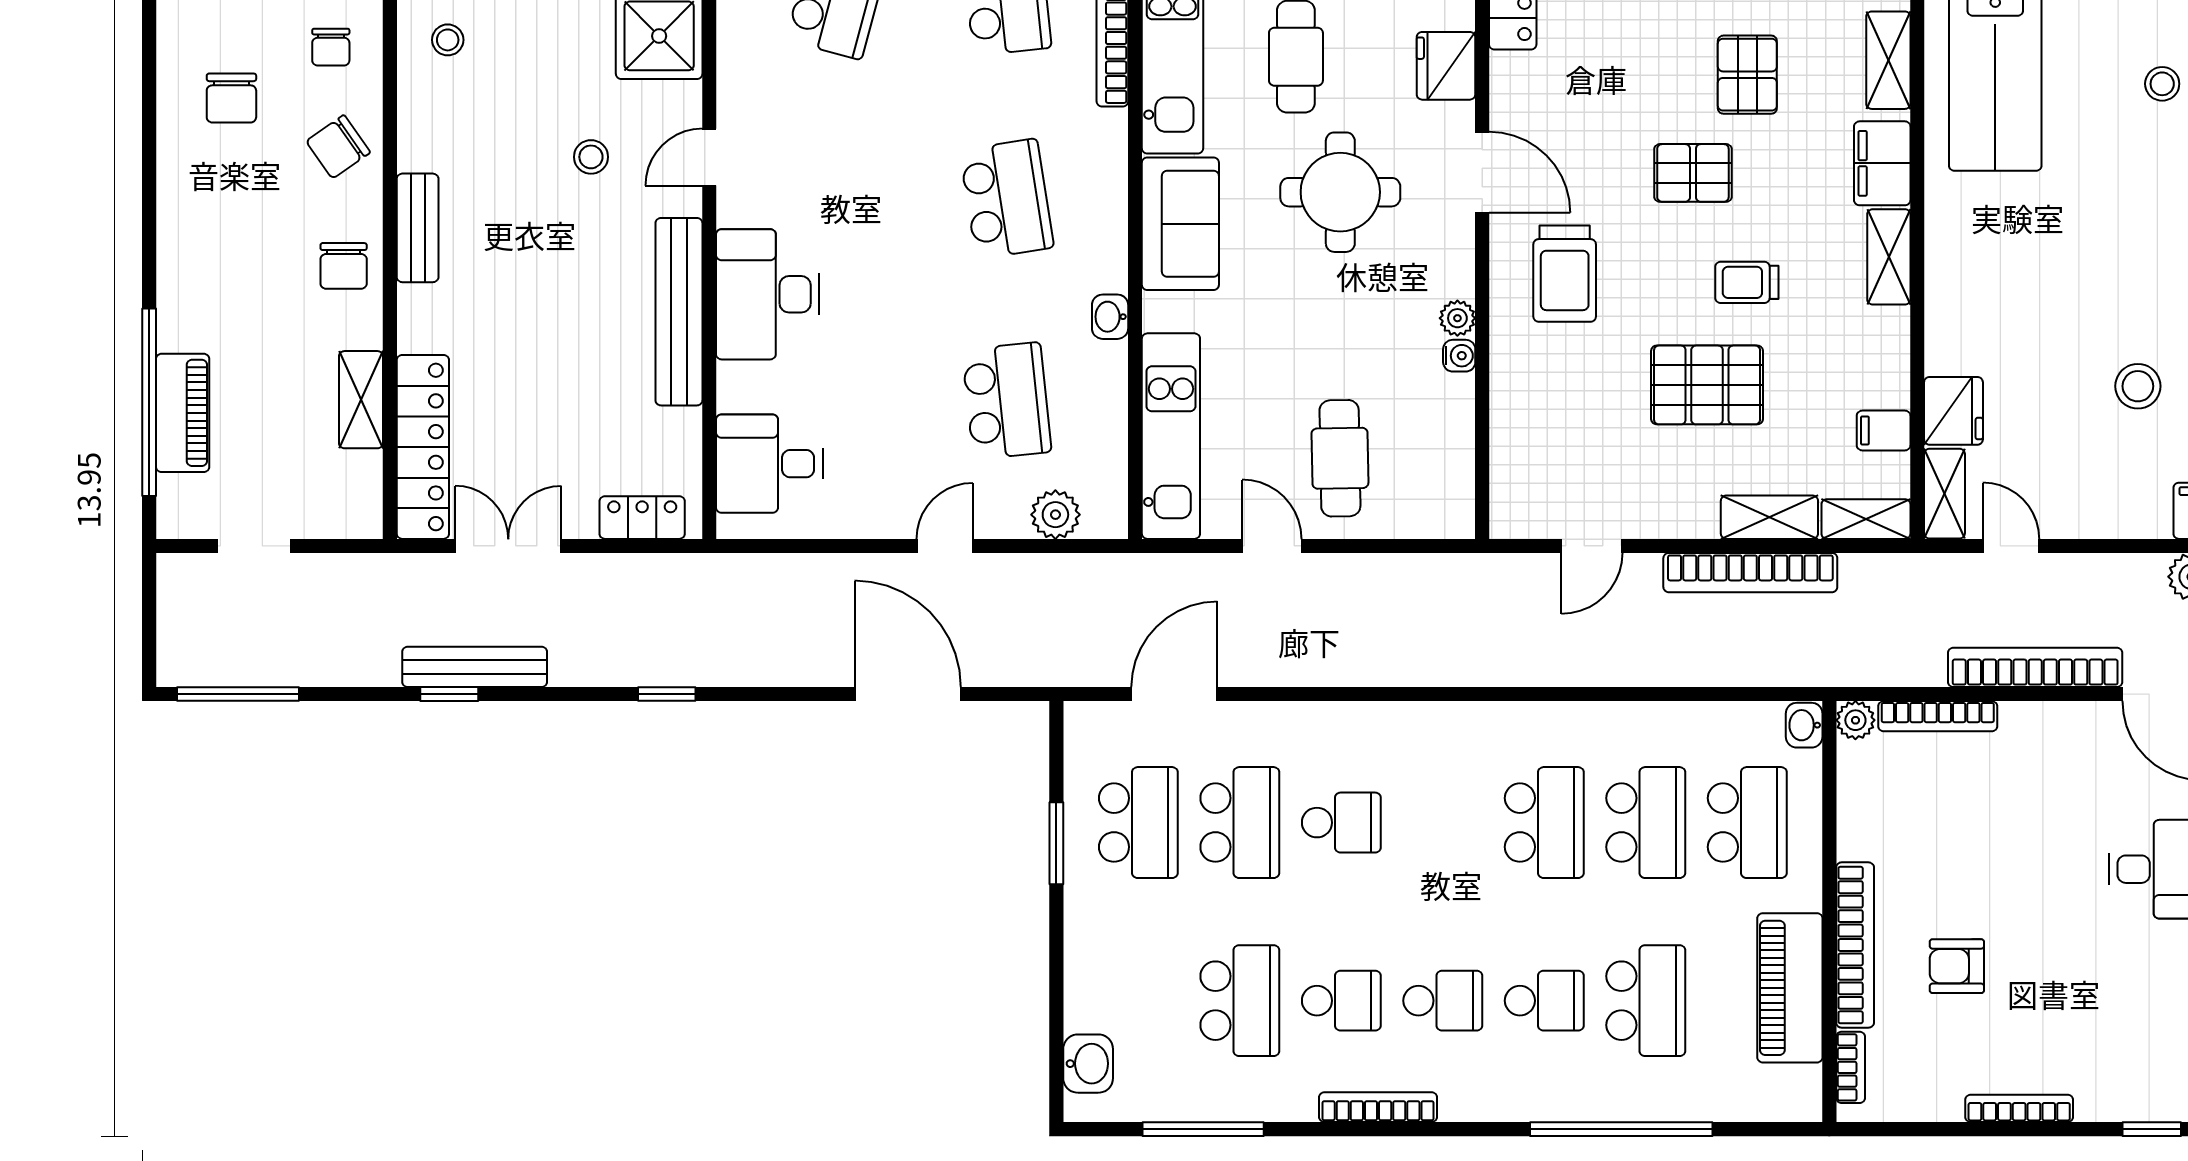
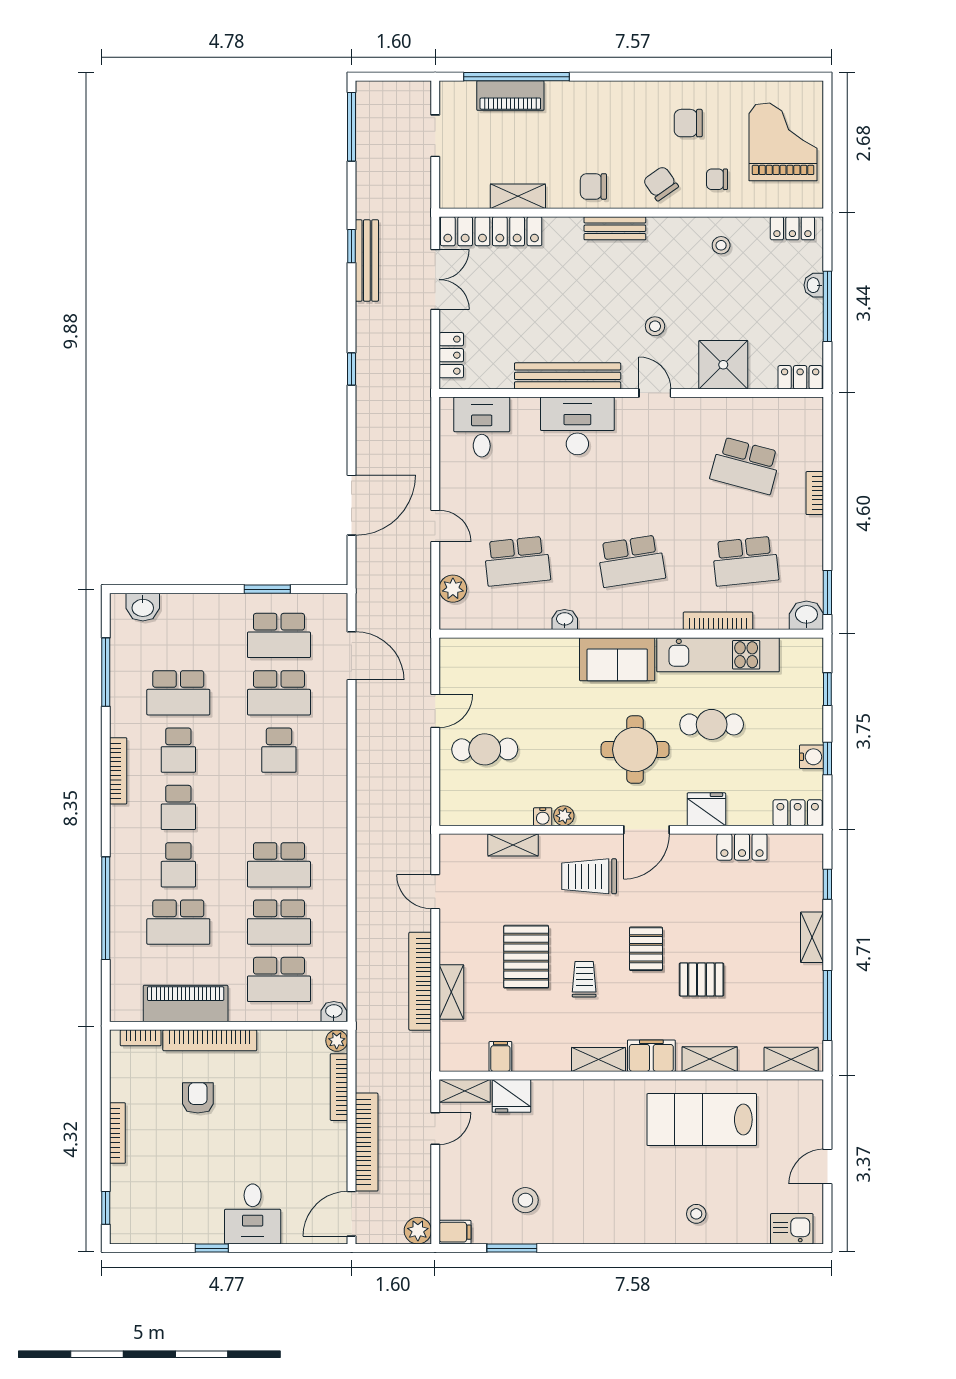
kitchen unit: (1171, 436) -> (497, 654), removed
shelving: (1866, 519) -> (513, 845), moved, turned 90

